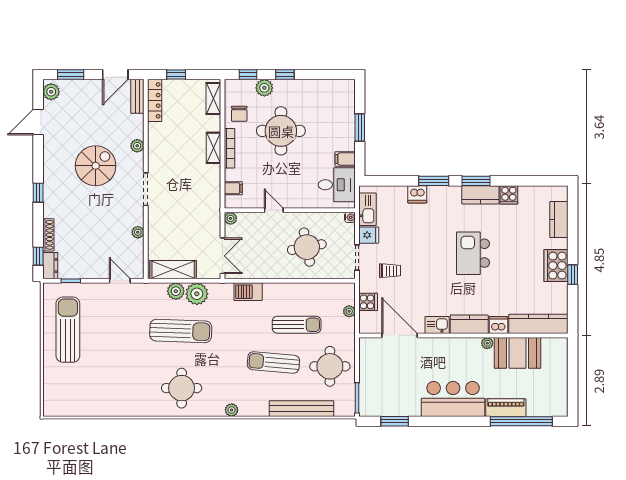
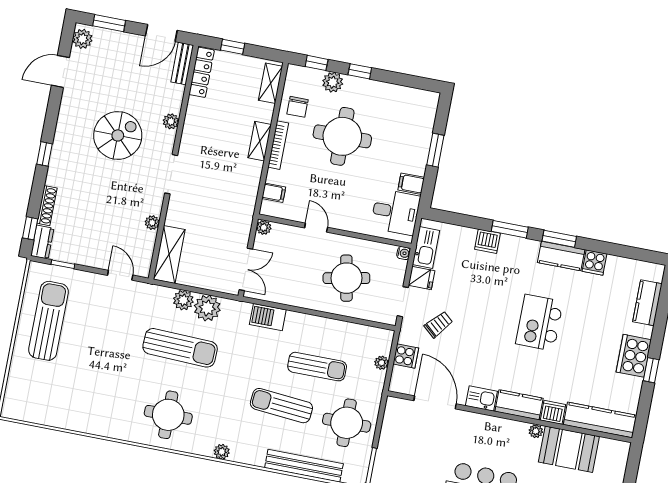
shelving: (173, 270) -> (169, 254), moved, turned 90
trolley: (390, 271) -> (438, 324), turned -49

